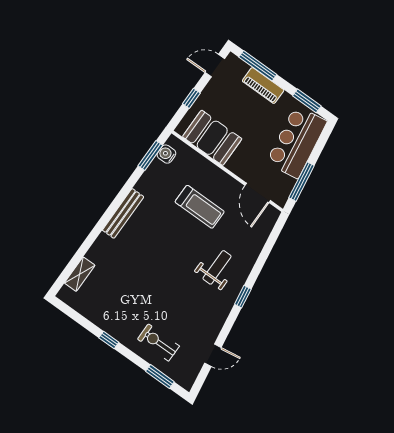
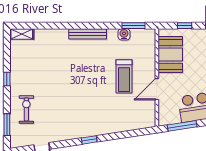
water cooler: (166, 154) -> (124, 34), moved
door: (258, 193) -> (157, 89), moved
weight bench: (217, 267) -> (96, 112), removed
shelving: (80, 274) -> (22, 34), moved

